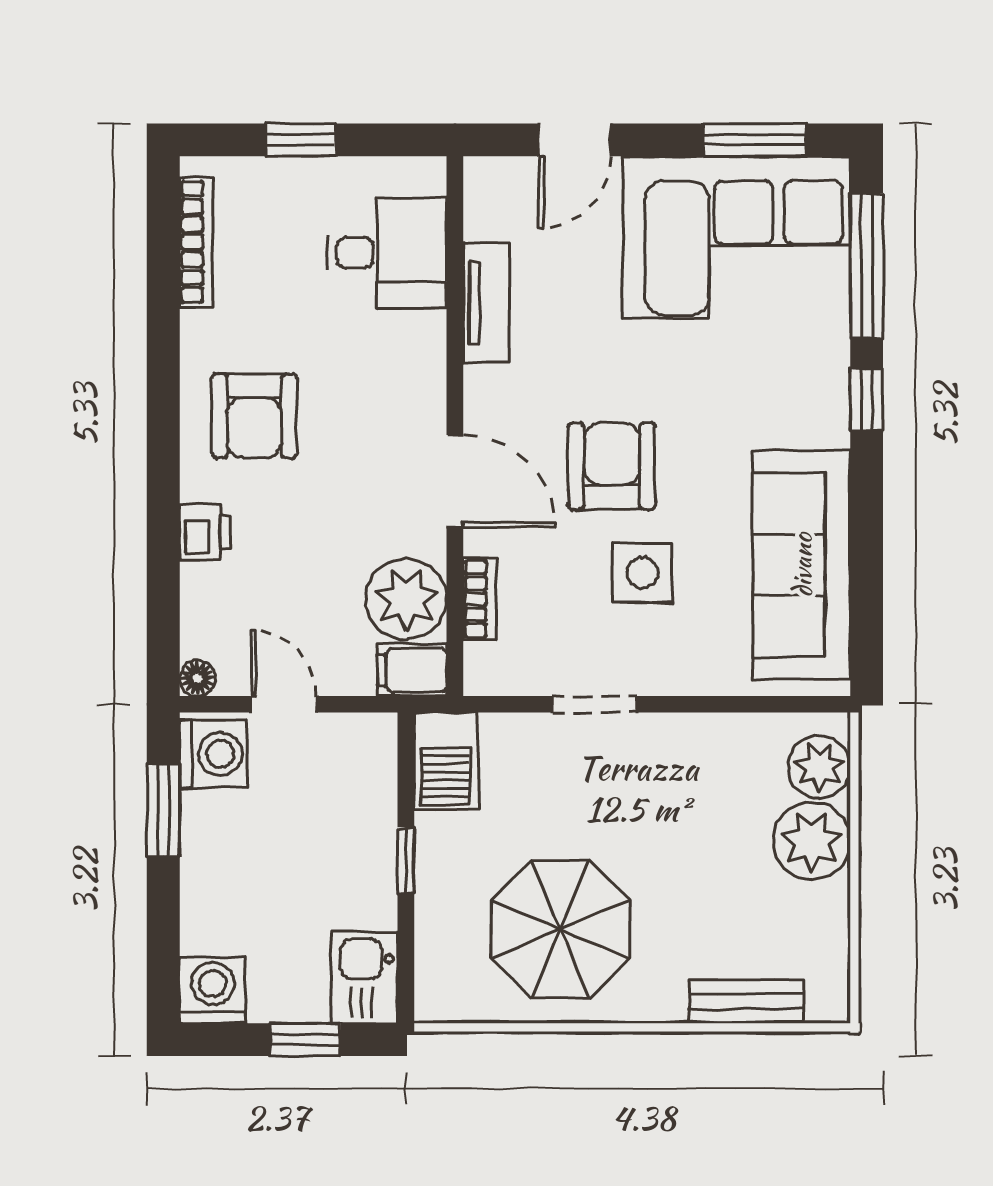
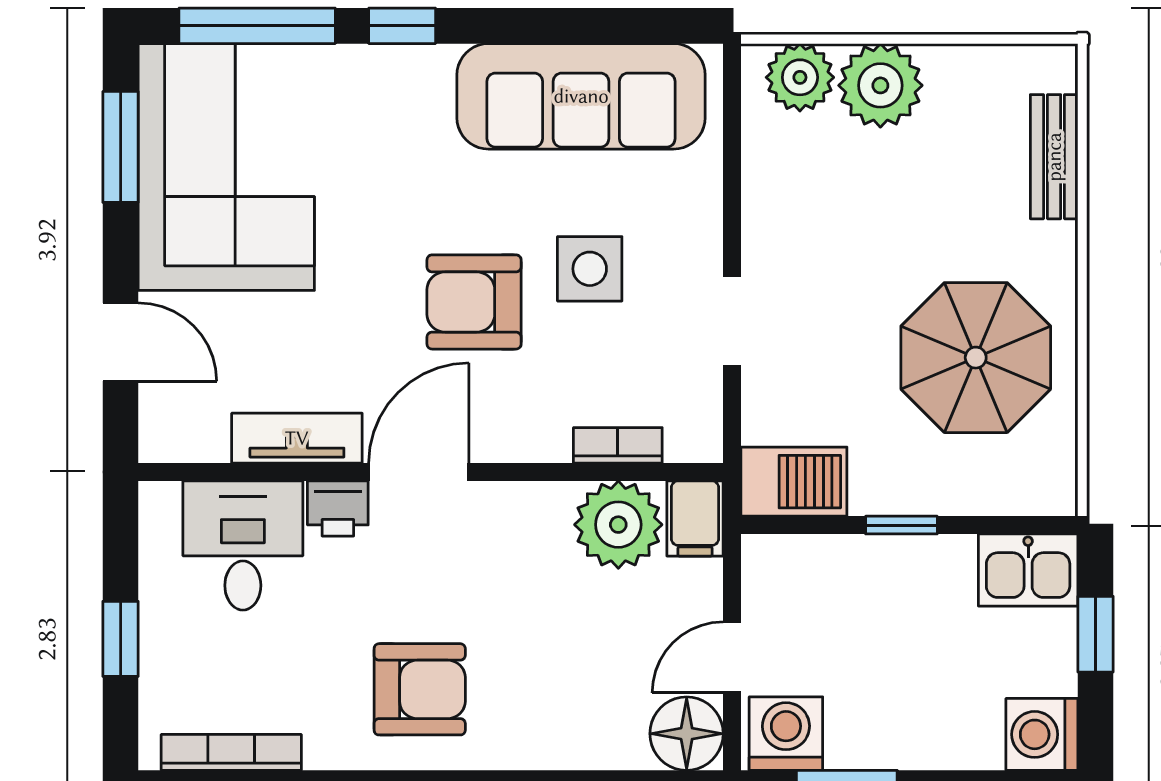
door: (455, 481) -> (419, 472), moved
printer: (205, 532) -> (338, 508), moved, turned 180
floor lamp: (198, 678) -> (687, 734), width x1.89, depth x1.89

